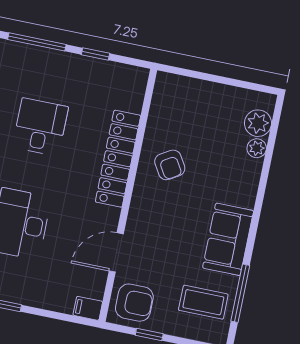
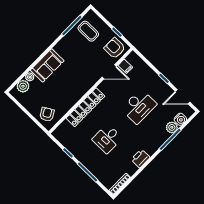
armchair: (170, 165) -> (47, 114), moved
sofa: (228, 239) -> (47, 65), moved
filing cabinet: (88, 308) -> (125, 66), moved

